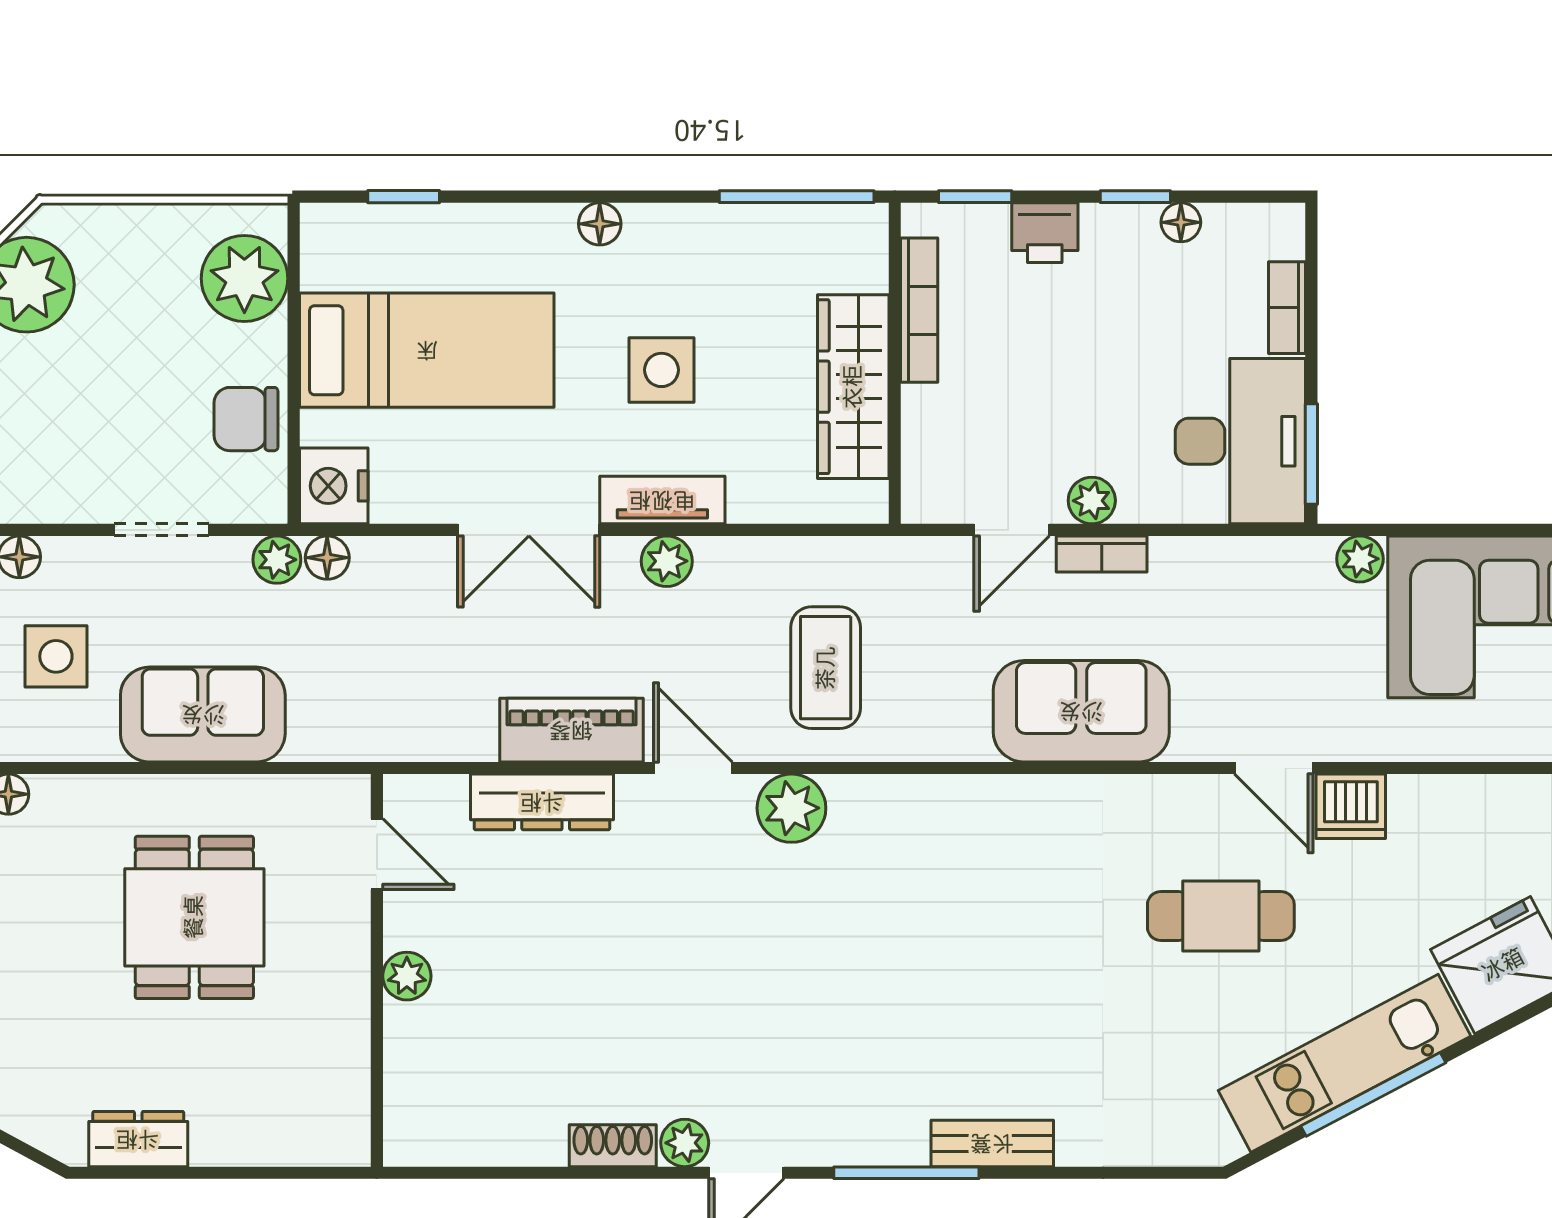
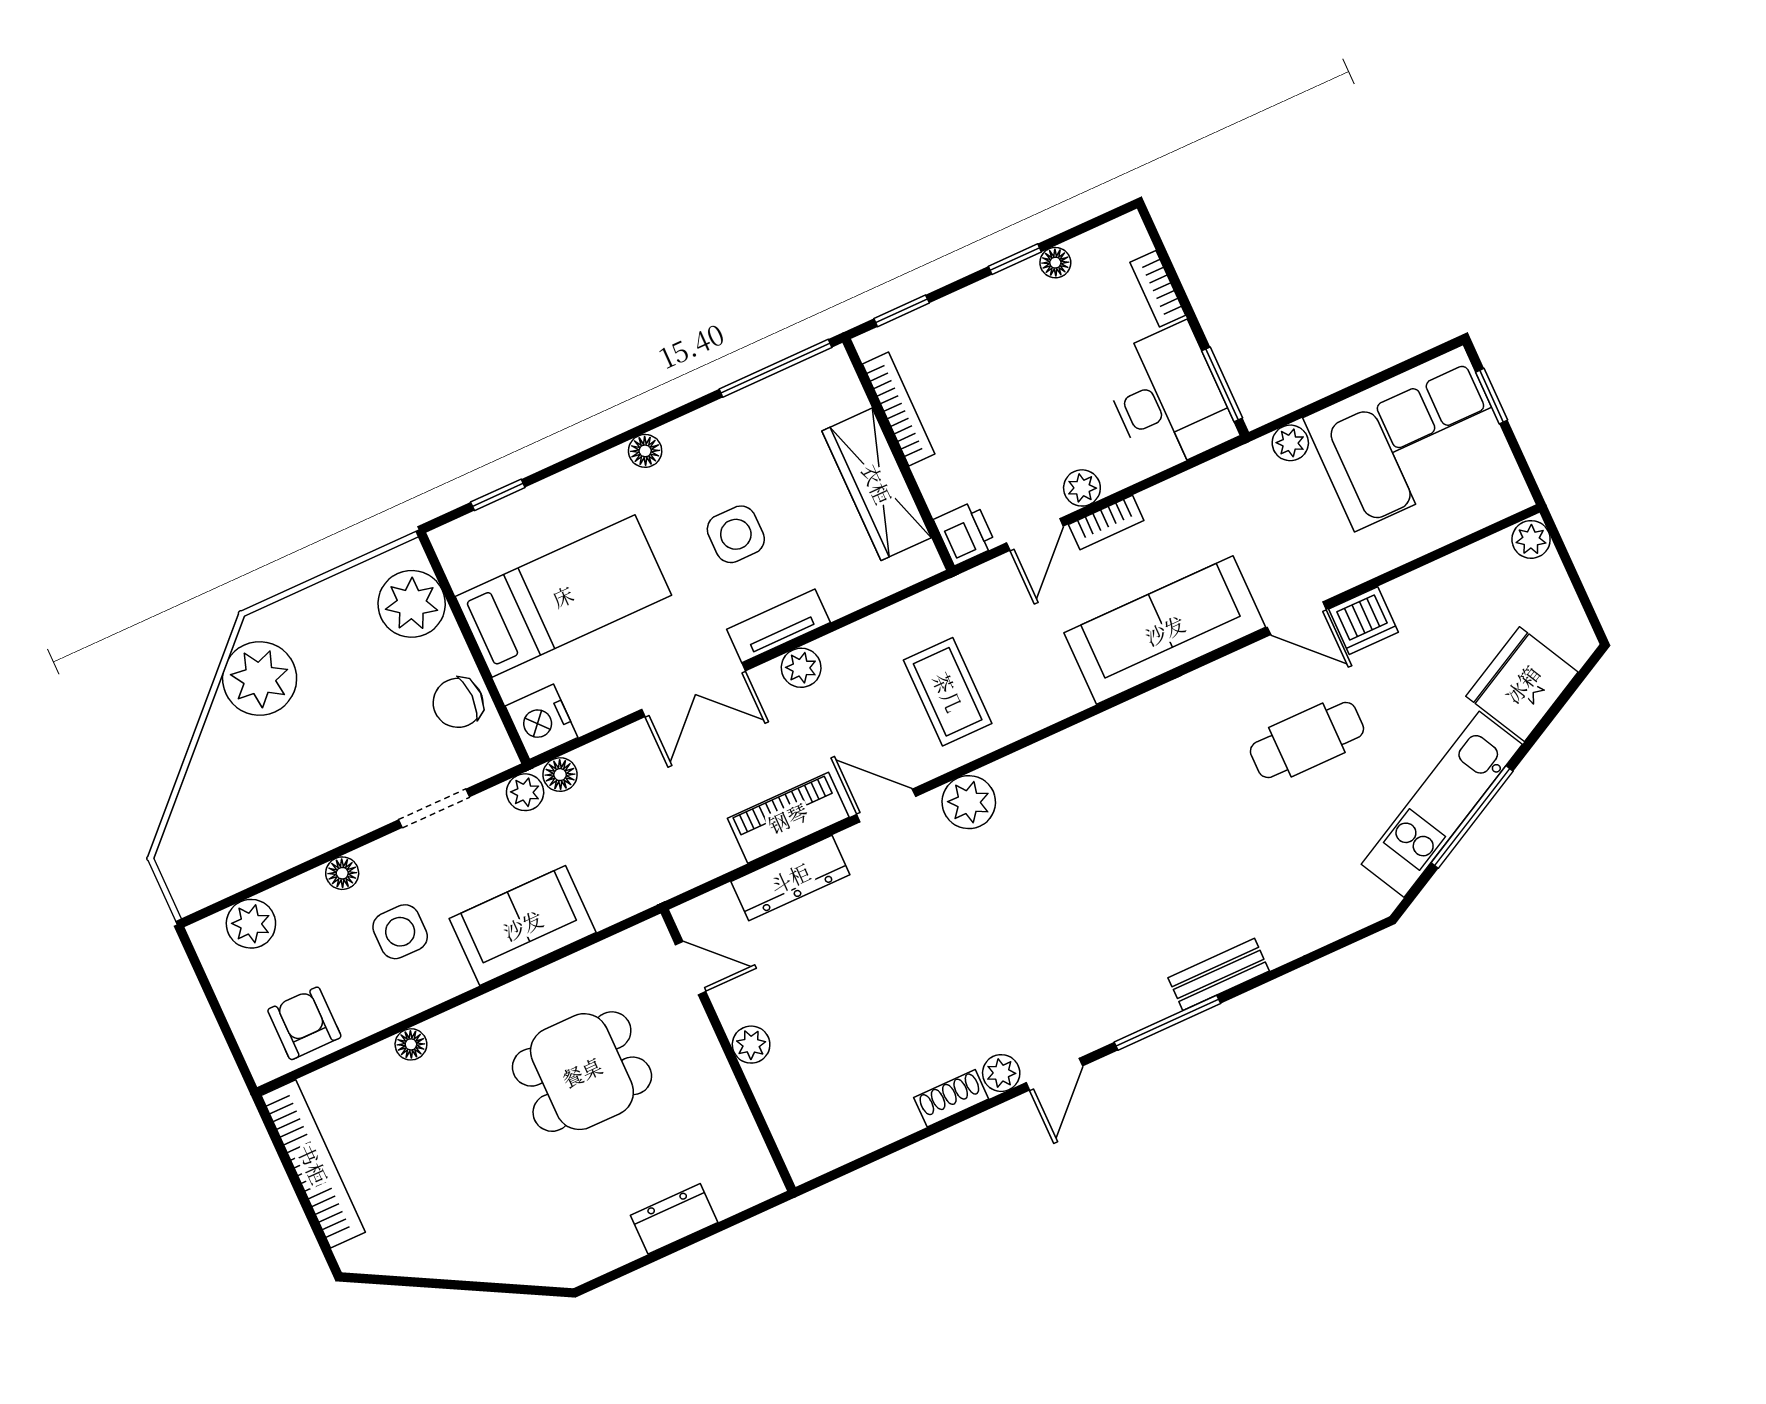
printer: (1045, 233) -> (965, 533), moved, turned -90
sofa: (1081, 711) -> (1165, 630), width x1.36
dining table: (194, 917) -> (582, 1072), turned 90
dresser: (138, 1139) -> (674, 1219), moved

